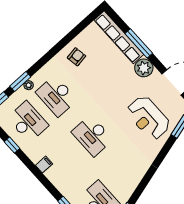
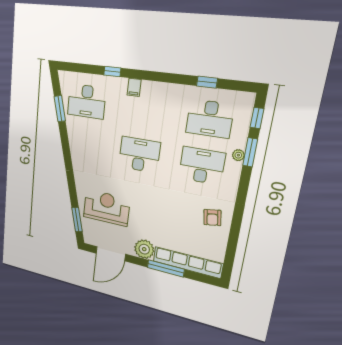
filing cabinet: (44, 165) -> (134, 87), moved

